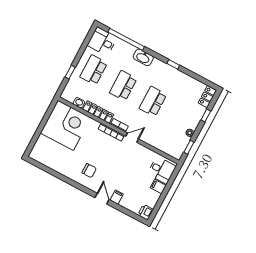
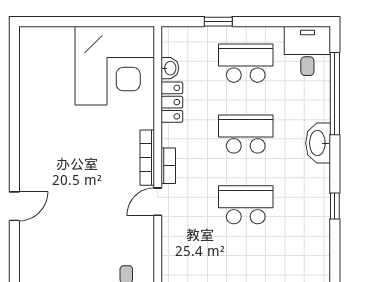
locker: (98, 112) -> (172, 102), width x0.66
door: (132, 138) -> (158, 202), swing flipped
chair: (89, 171) -> (54, 154), removed
filing cabinet: (117, 197) -> (32, 232), removed

